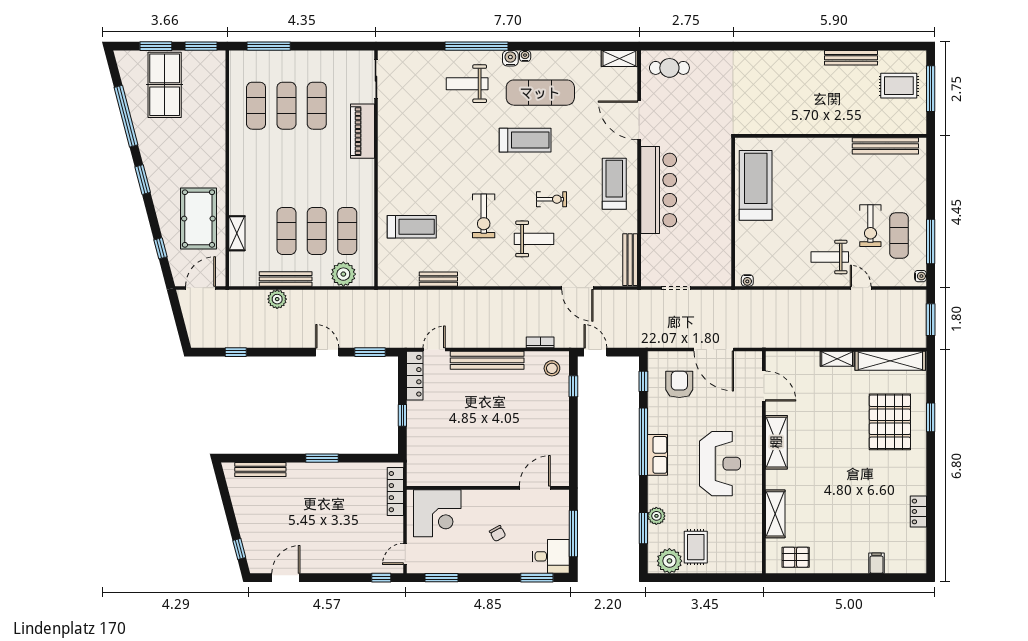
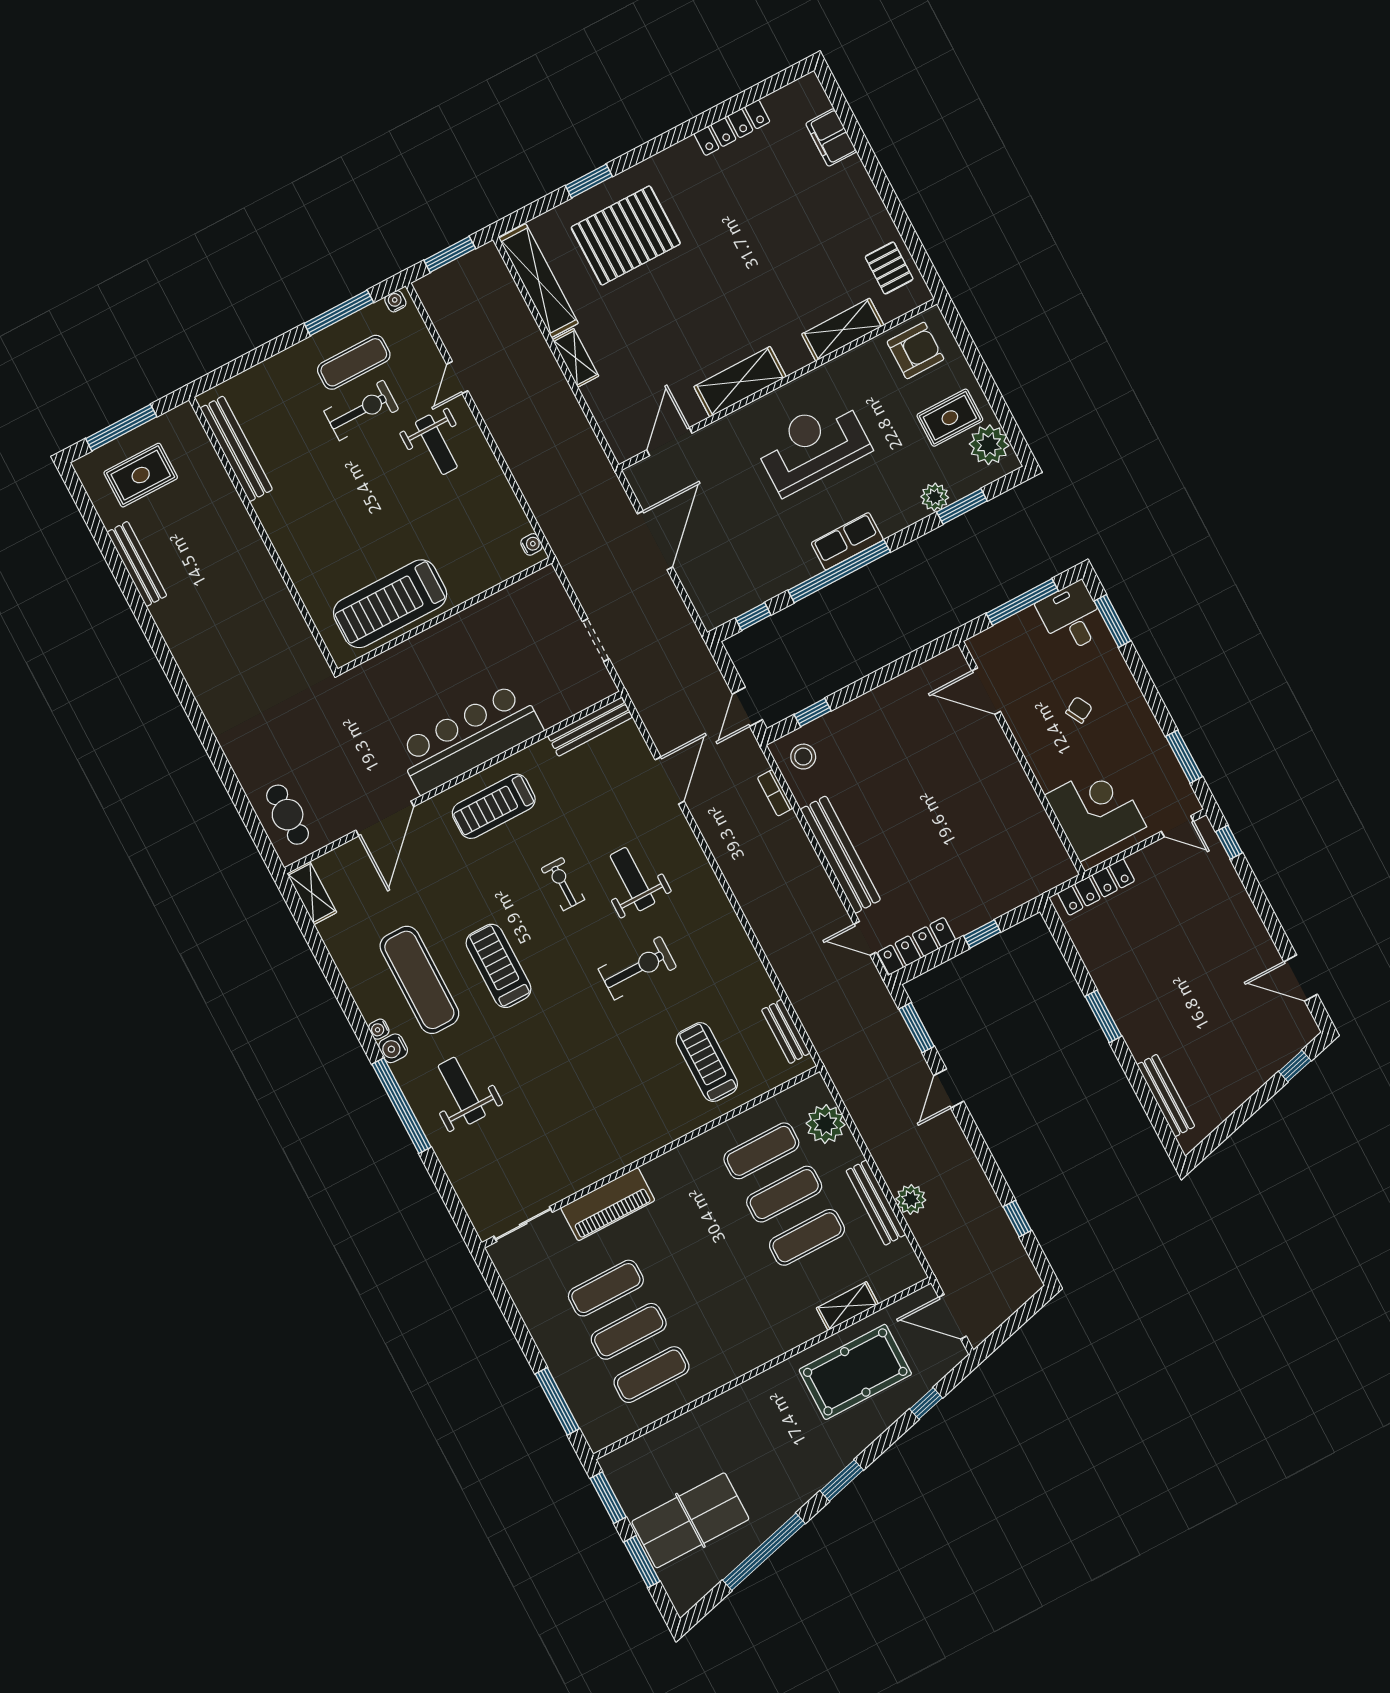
weight bench: (467, 84) -> (462, 1091), turned 180
rug: (899, 86) -> (141, 475), turned 90
bench: (438, 279) -> (786, 1031), moved
armchair: (679, 384) -> (915, 350), moved, turned 180
locker: (918, 511) -> (732, 128), width x1.53
filing cabinet: (877, 563) -> (831, 137), width x2.00

